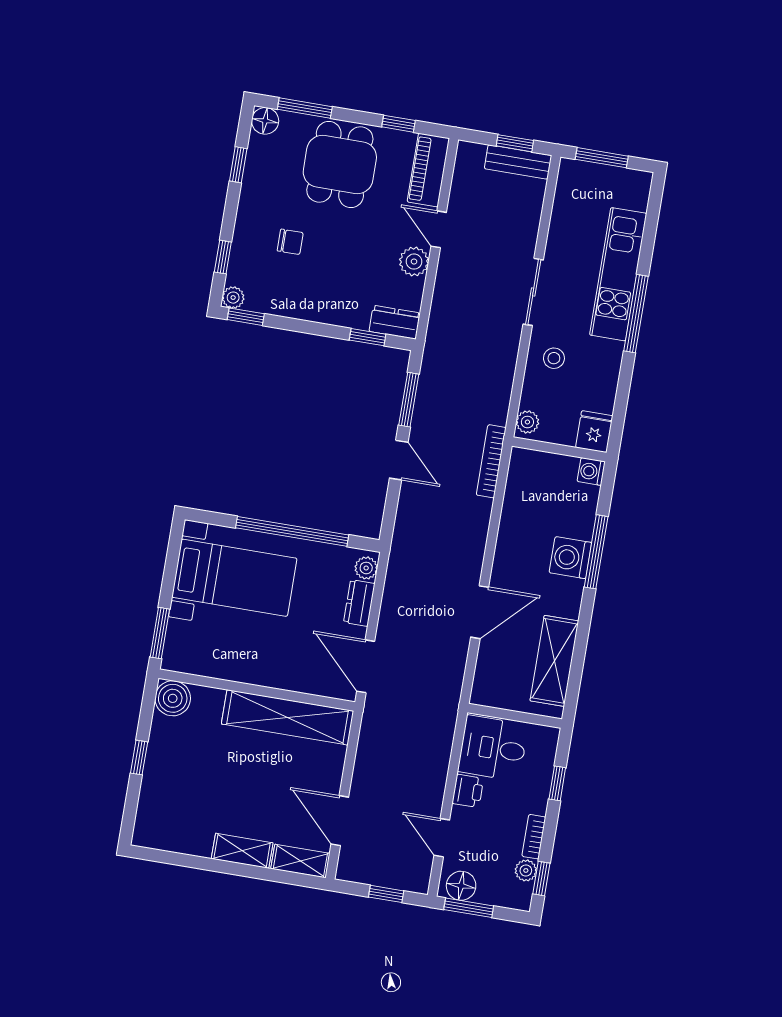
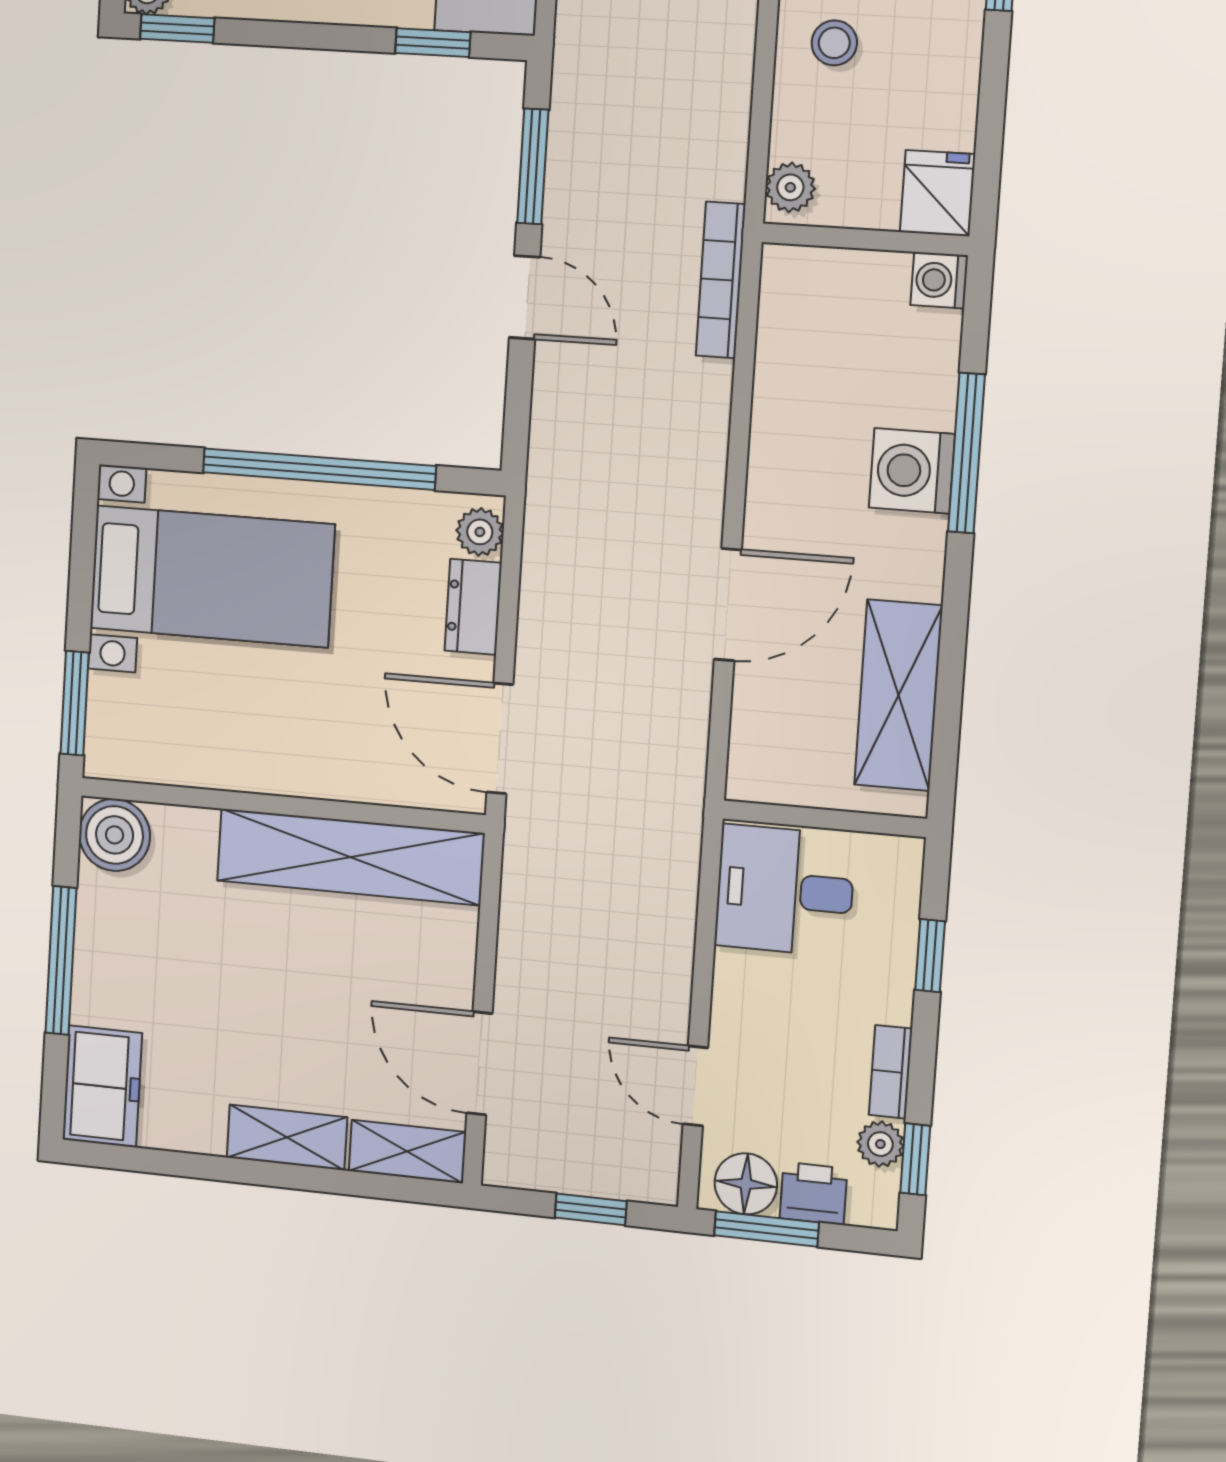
window: (139, 758) -> (61, 960), width x2.17
printer: (468, 791) -> (813, 1193), moved, turned -90
freezer: (153, 820) -> (102, 1086), added

